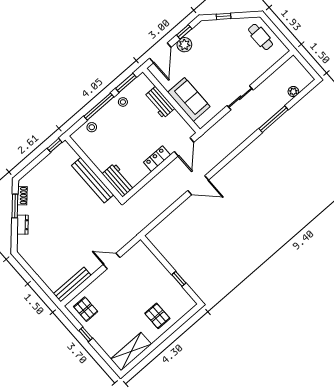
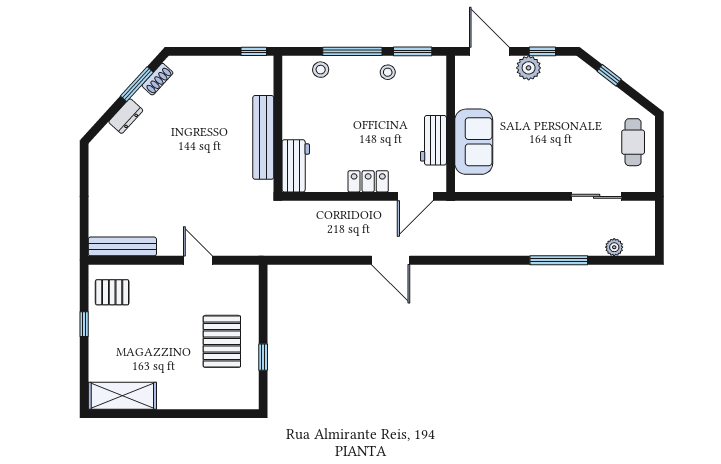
door: (160, 53) -> (489, 51), swing flipped
sliding door: (240, 98) -> (597, 196), moved
workbench: (159, 102) -> (433, 140), moved
pallet: (86, 309) -> (112, 292), turned 90
pallet: (157, 316) -> (222, 341), moved, width x1.50, depth x1.42

